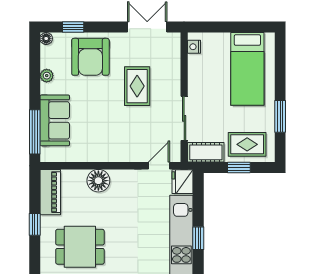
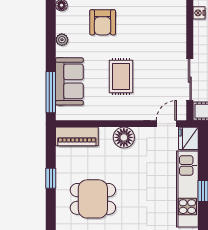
armchair: (90, 57) -> (103, 22), width x0.73, depth x0.73
rug: (137, 86) -> (121, 77), moved
floor lamp: (98, 181) -> (124, 137), moved
piano: (50, 192) -> (77, 136), moved, turned 90

